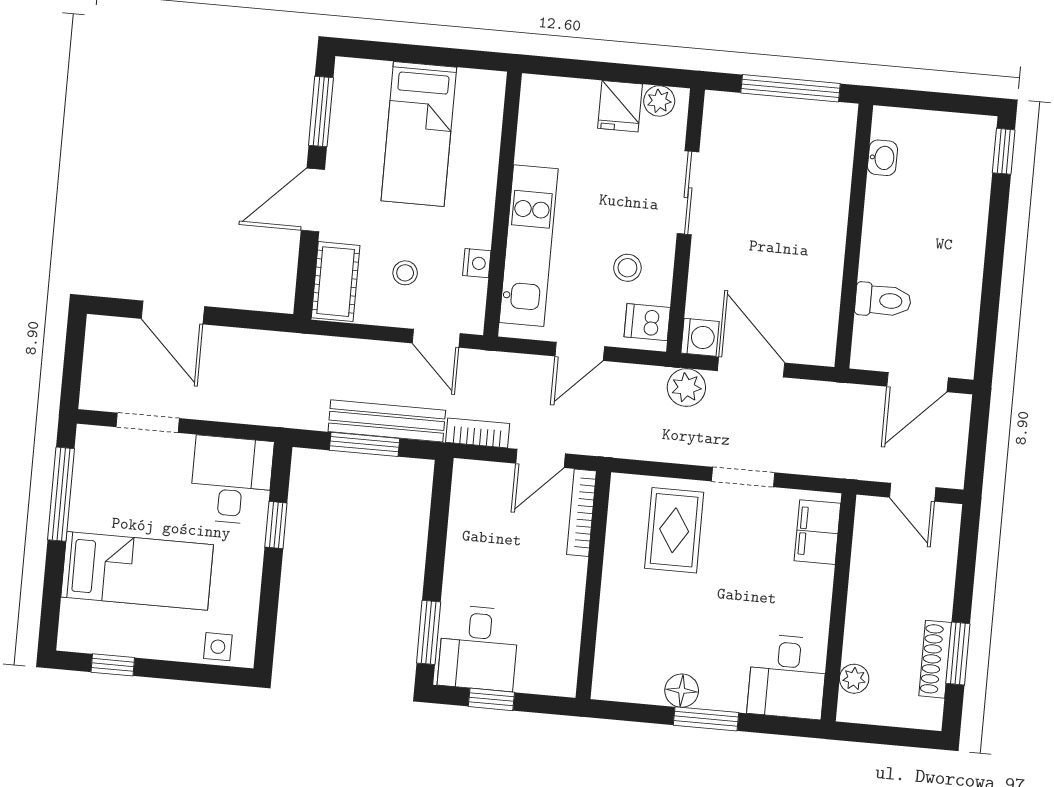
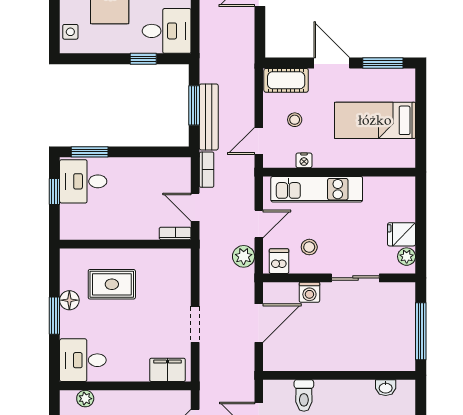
washing machine: (700, 337) -> (309, 292), moved
door: (580, 351) -> (259, 224), swing flipped
plant: (686, 388) -> (244, 256), moved
bookcase: (581, 513) -> (175, 233), width x0.64
rug: (674, 530) -> (112, 284), moved

